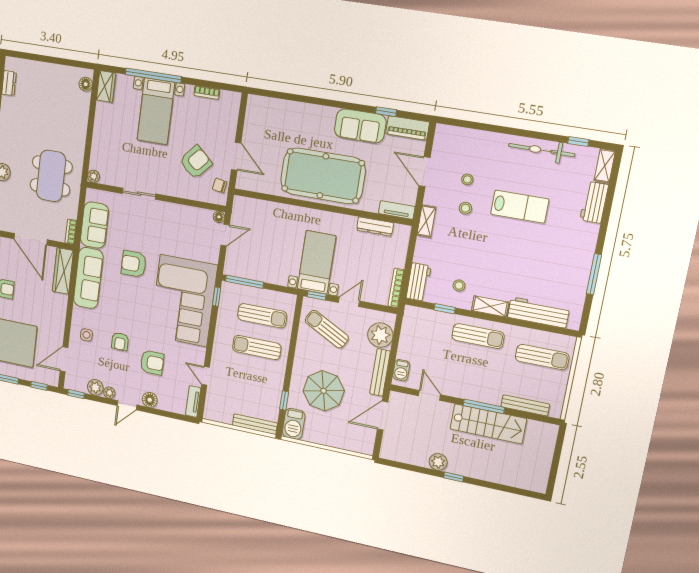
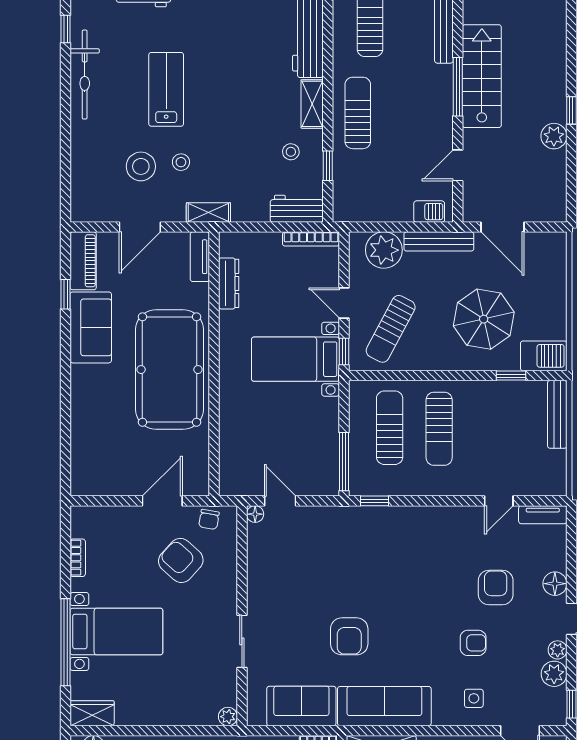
stool: (467, 179) -> (141, 166), width x1.89, depth x1.89
corner sofa: (184, 301) -> (390, 551), removed

